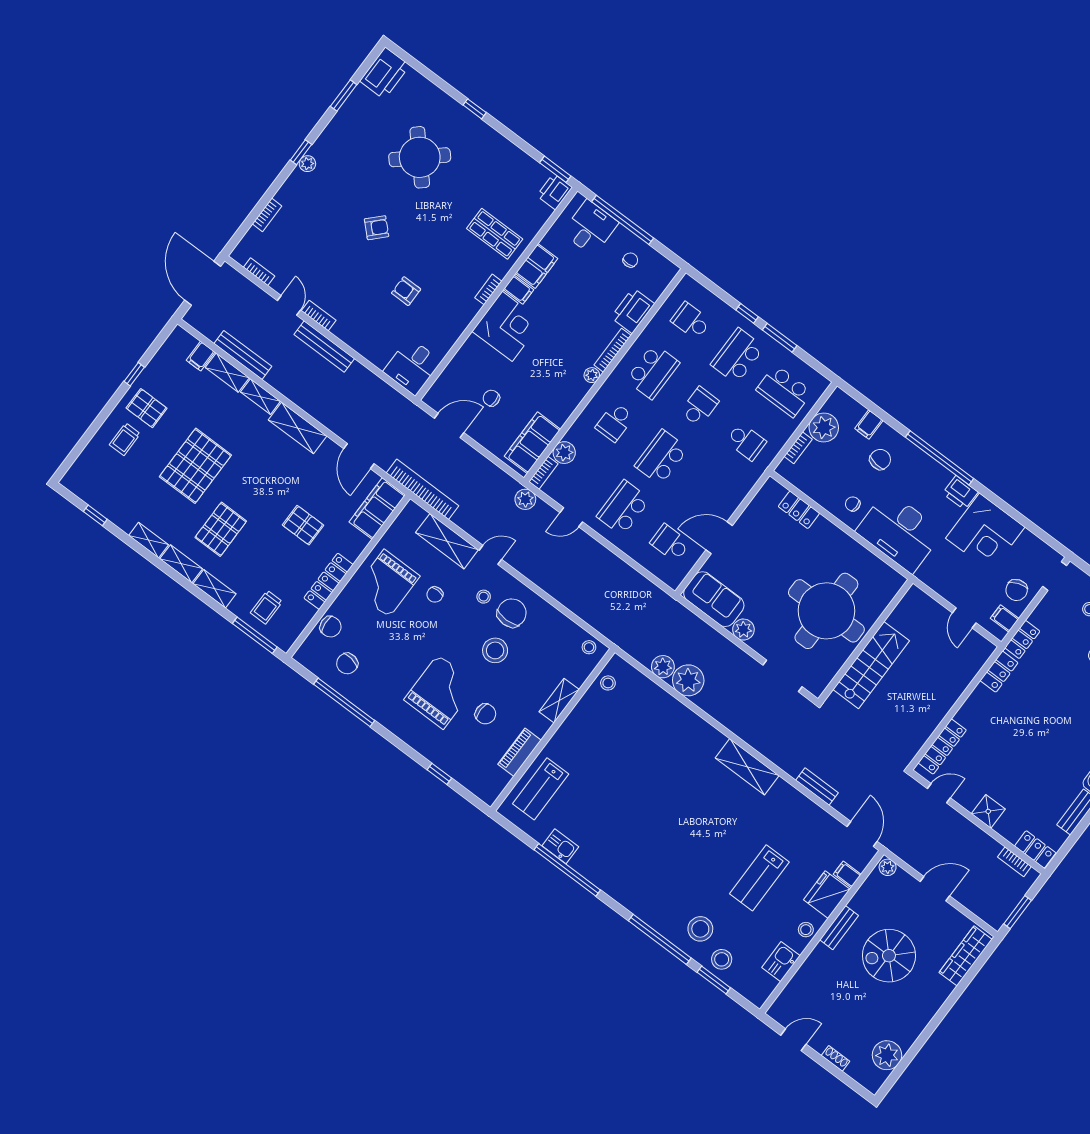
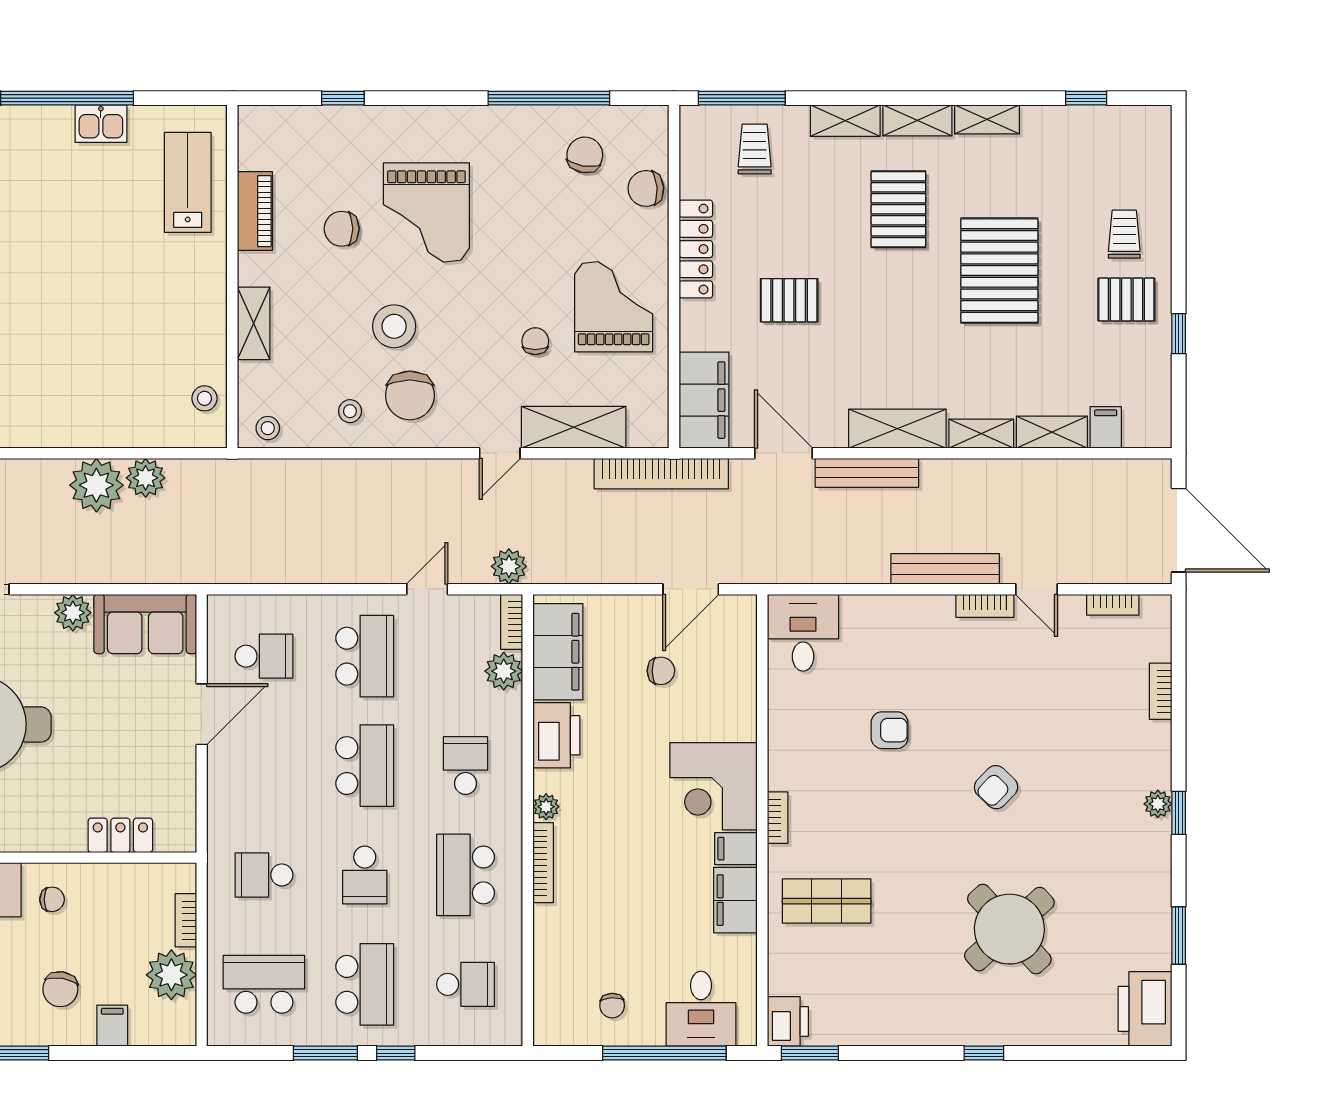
printer: (633, 311) -> (556, 735), moved
bench: (243, 355) -> (867, 473), moved
stool: (484, 597) -> (350, 411), moved

